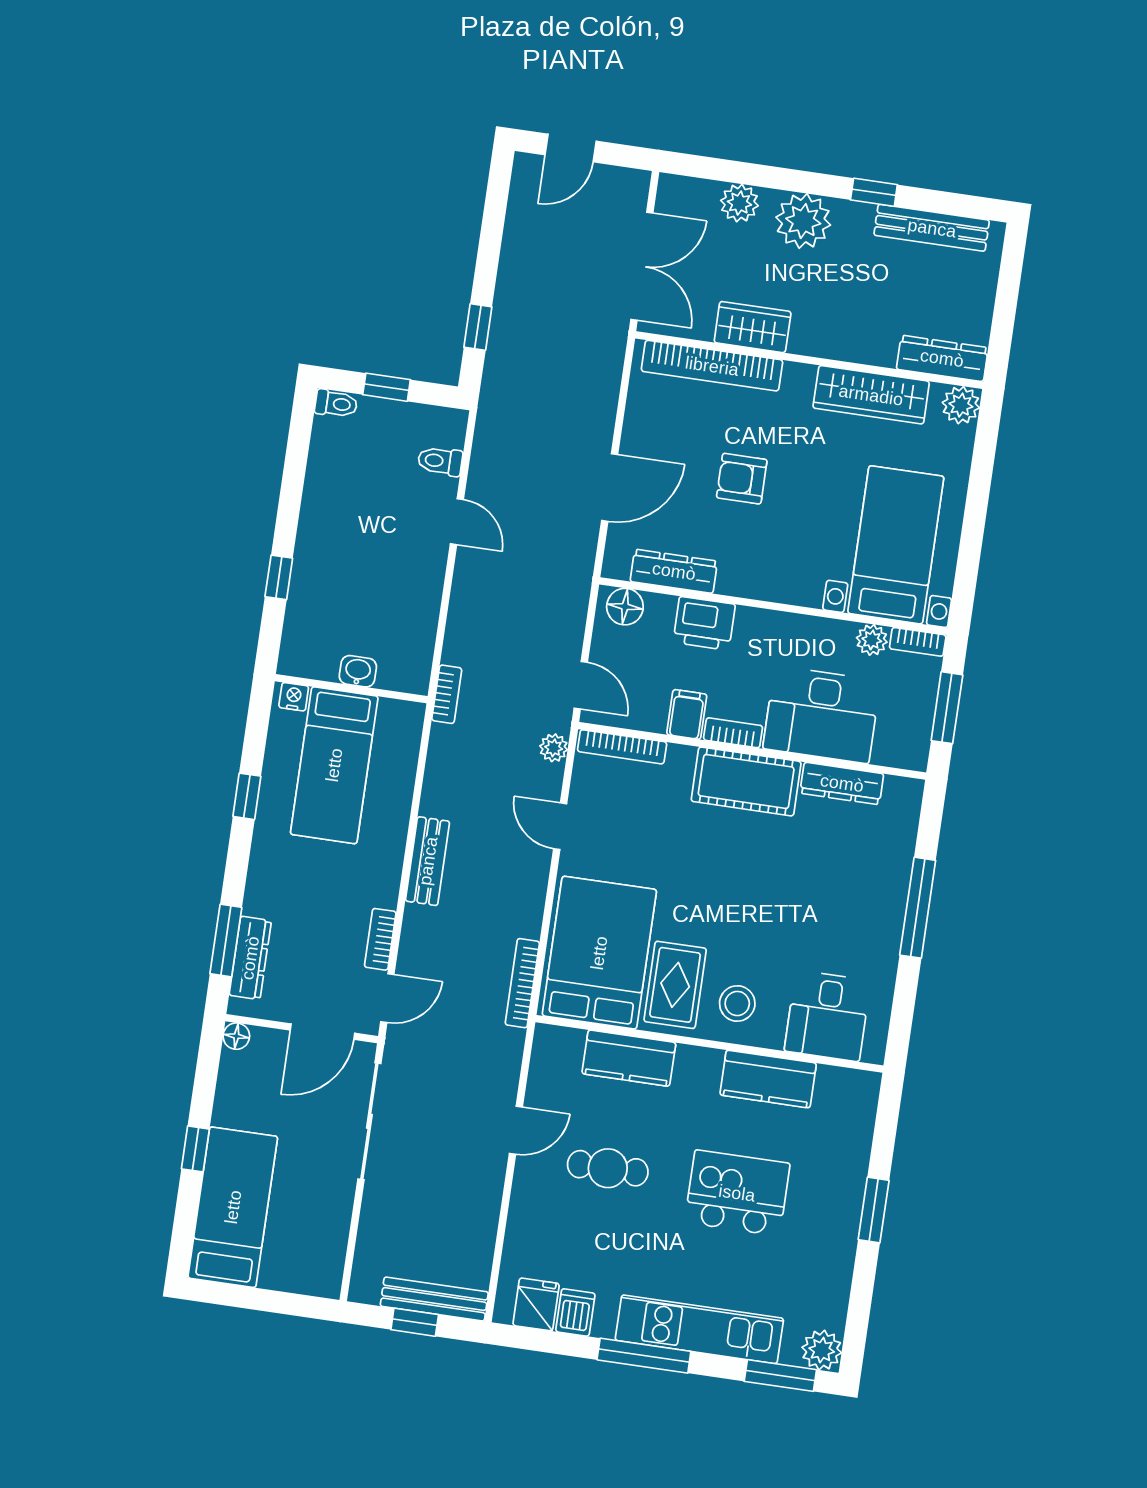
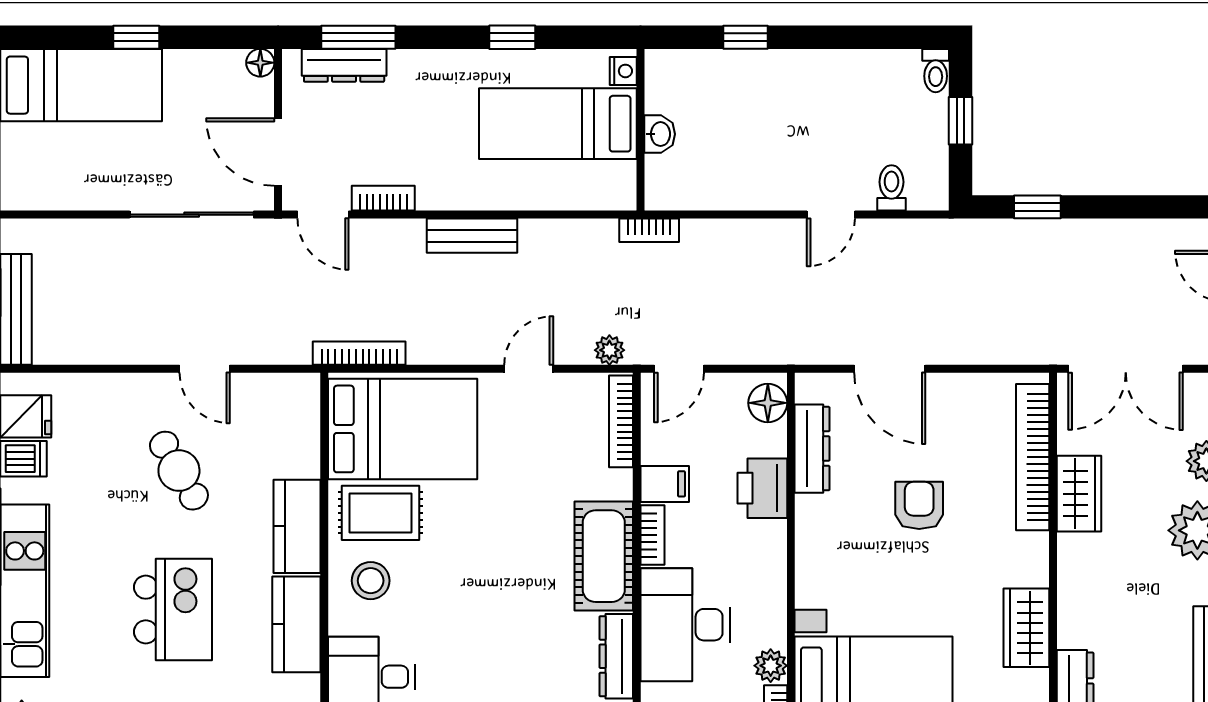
wardrobe: (871, 395) -> (1026, 628), width x0.67
kitchen counter: (629, 1058) -> (297, 526), moved
cafe table: (608, 1168) -> (179, 471), turned -30

